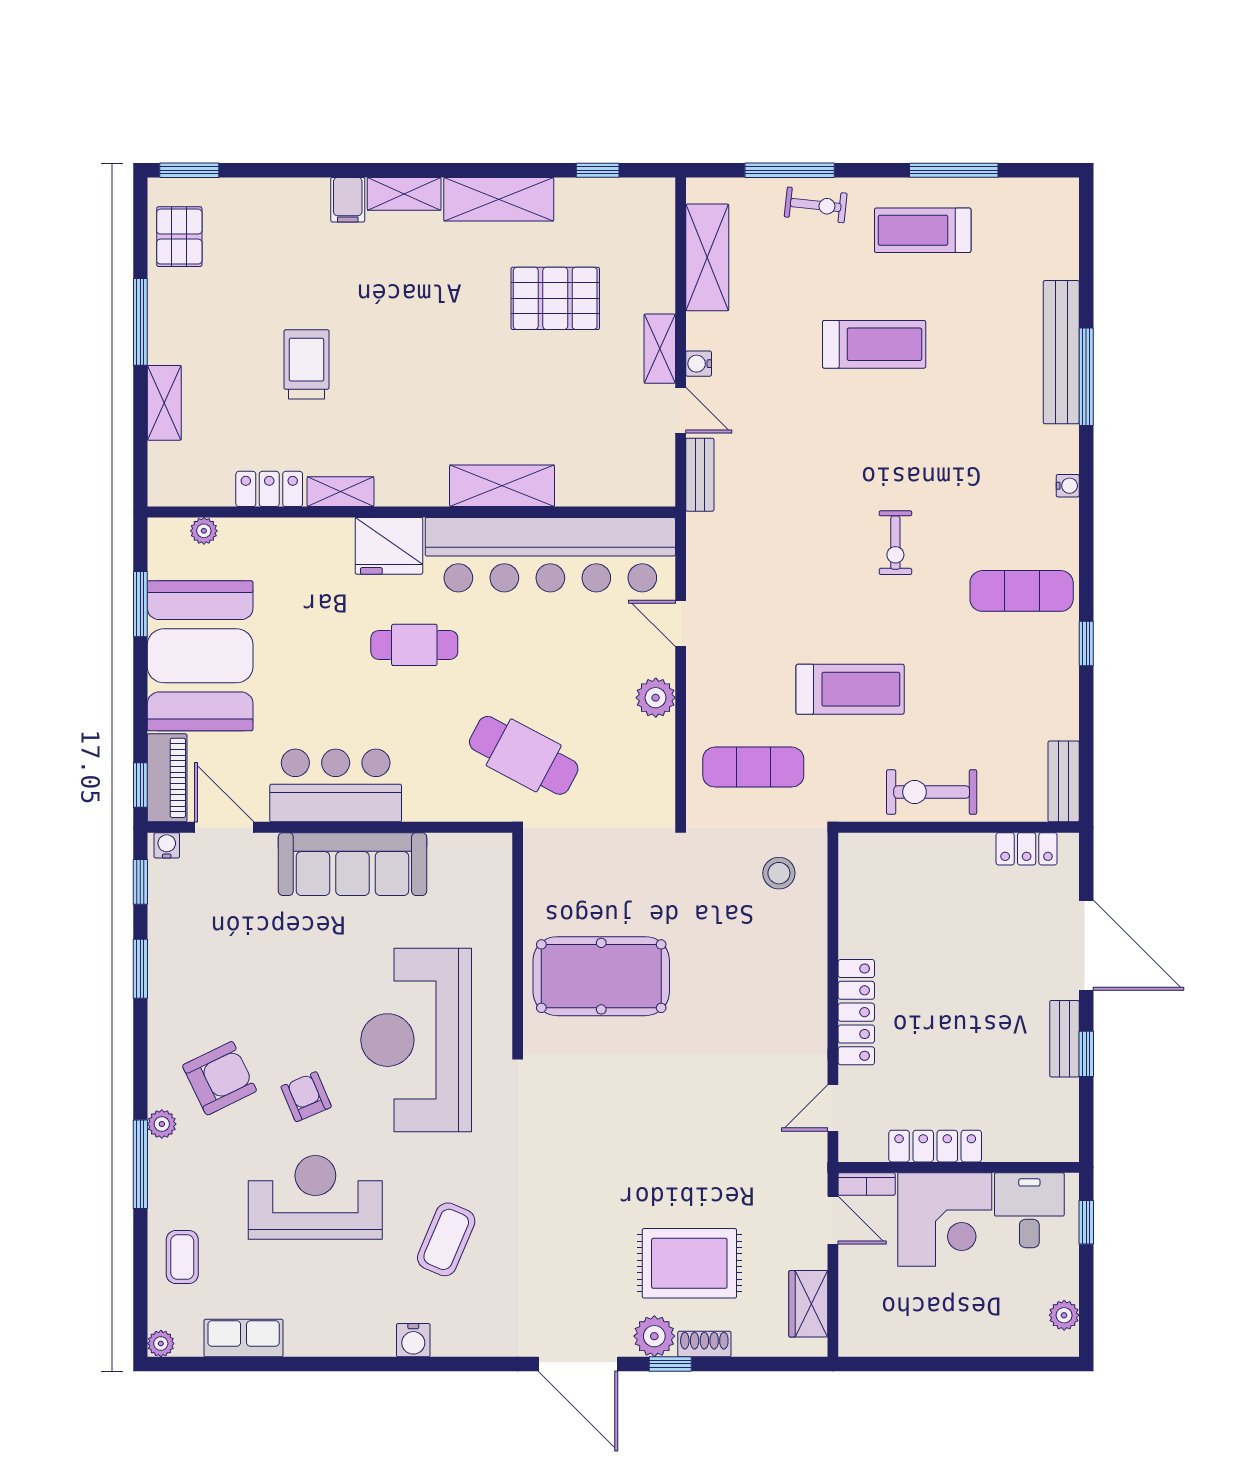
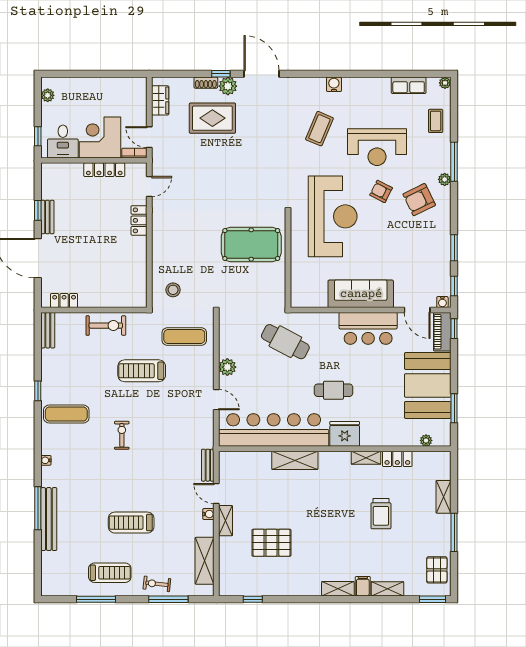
shelving: (499, 199) -> (388, 589), moved, width x0.67, depth x0.75
locker: (856, 1012) -> (139, 220), width x0.66
armchair: (306, 1097) -> (381, 191), turned 140

